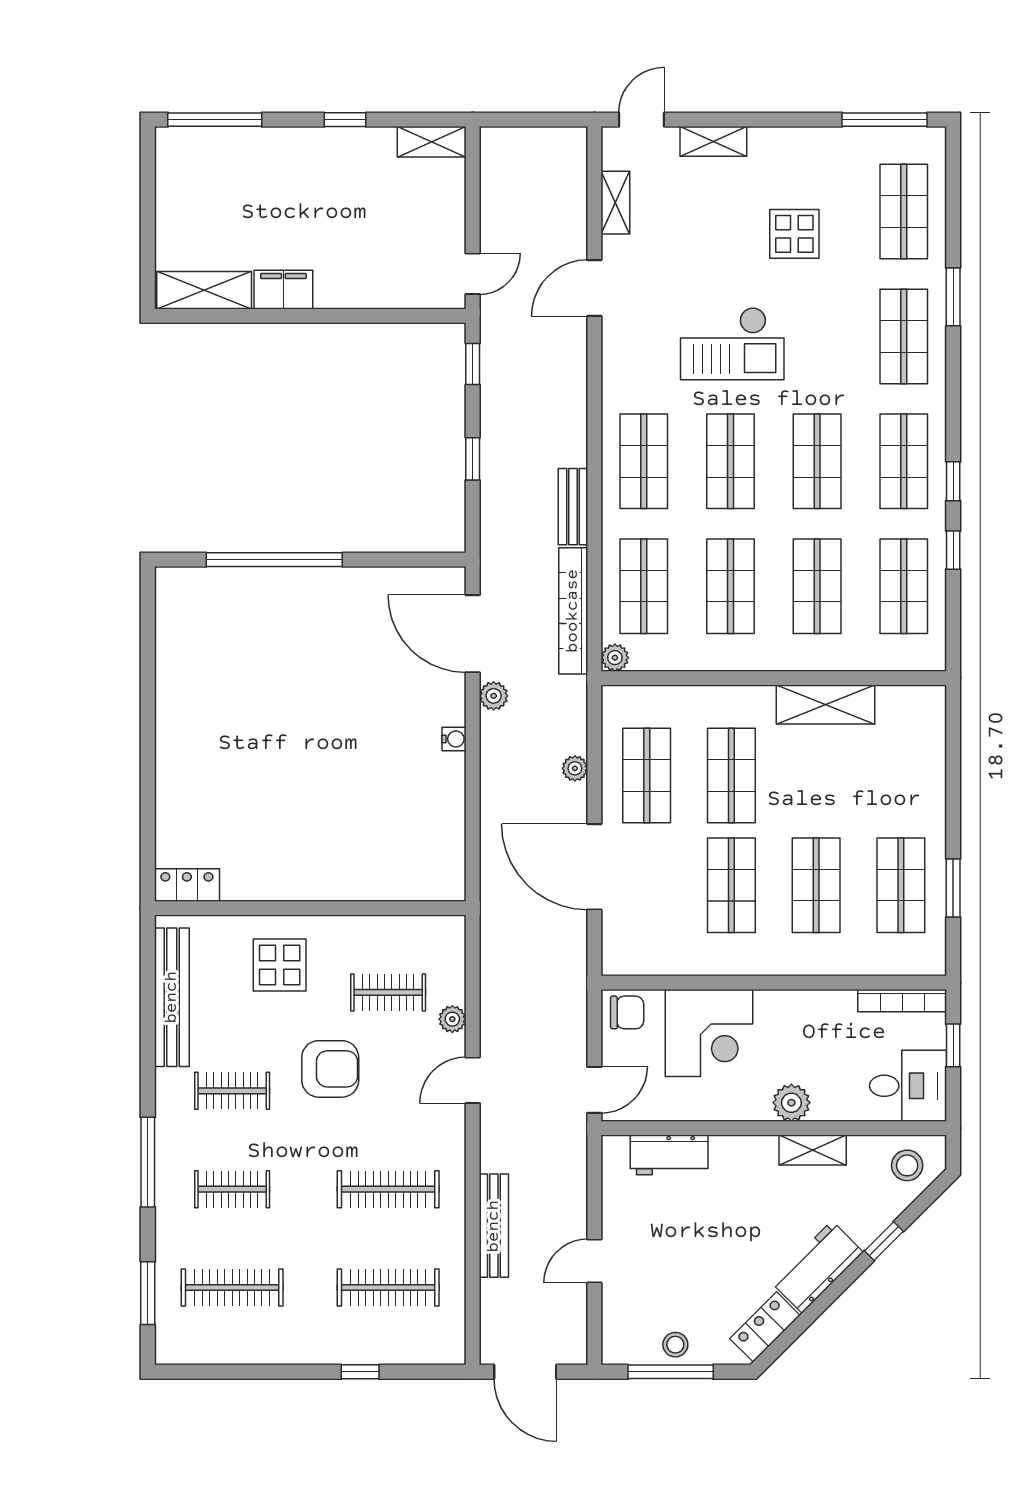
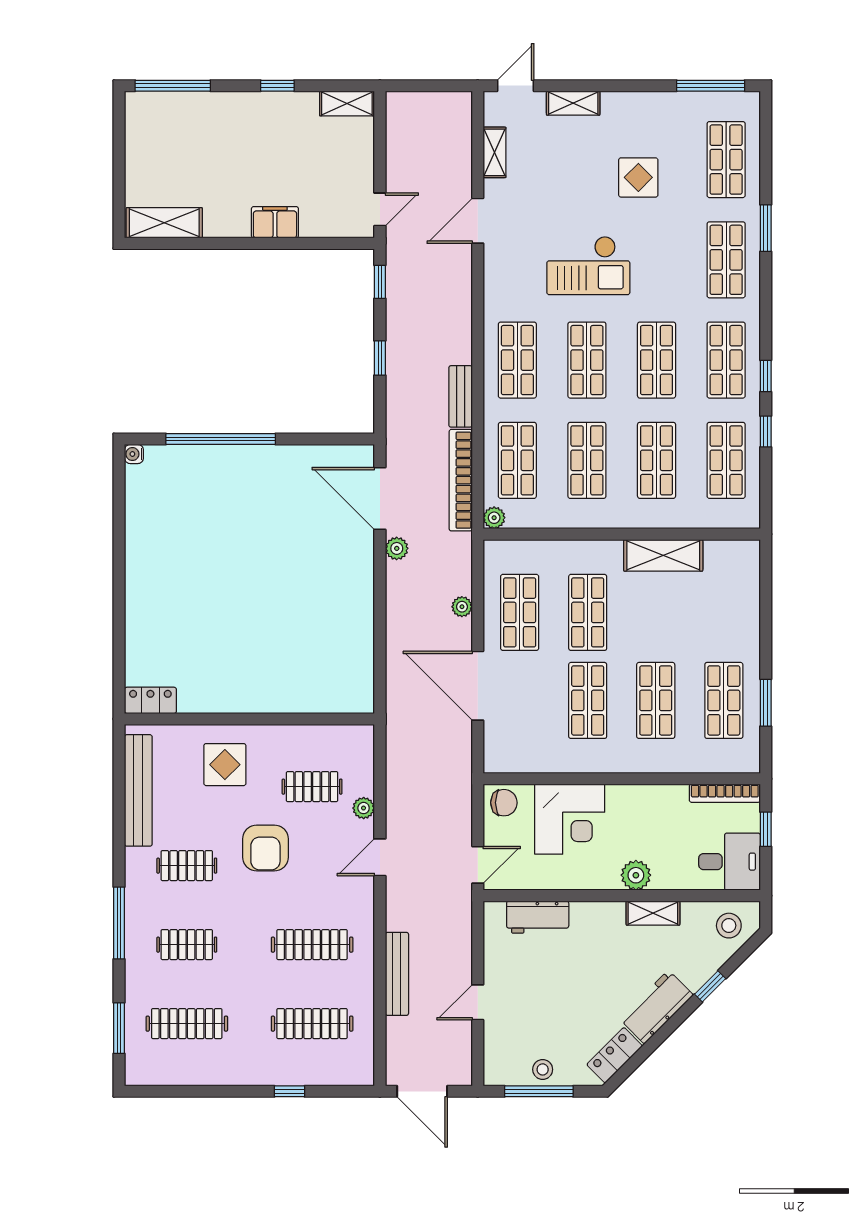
filing cabinet: (283, 290) -> (275, 222), moved
water cooler: (454, 739) -> (134, 454), moved, turned 180
armchair: (330, 1069) -> (265, 848), turned 90

